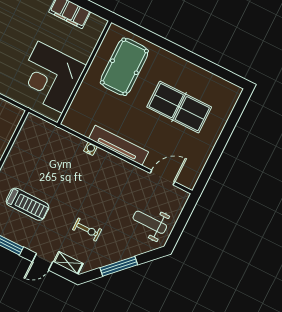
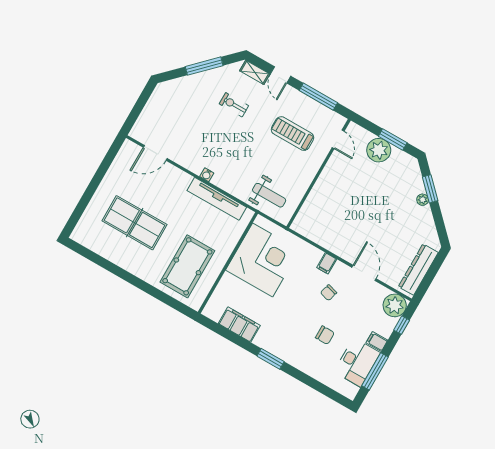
tv unit: (119, 145) -> (217, 199), moved
water cooler: (90, 149) -> (207, 175), moved
weight bench: (150, 222) -> (269, 195), moved
door: (43, 262) -> (281, 75), swing flipped

